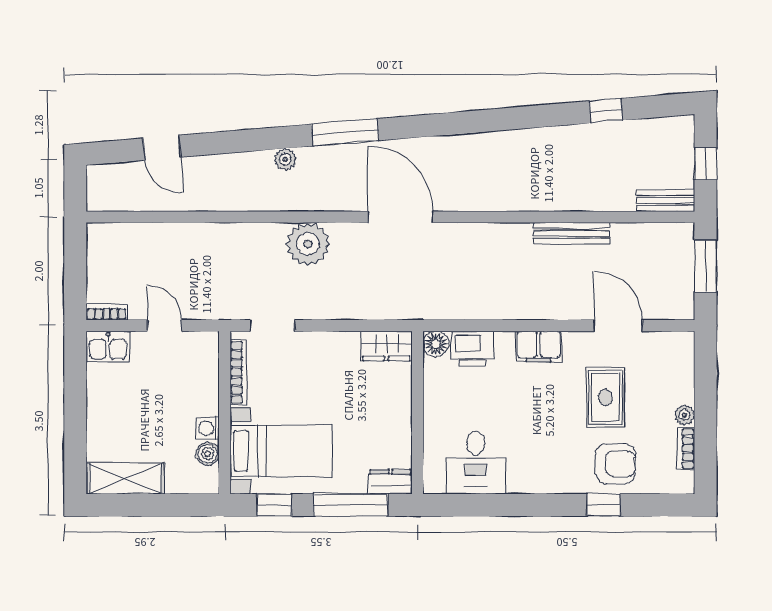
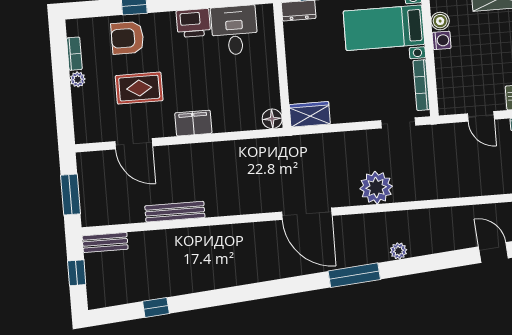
printer: (472, 349) -> (193, 23), moved, turned 180
rug: (605, 397) -> (139, 88), turned 90

